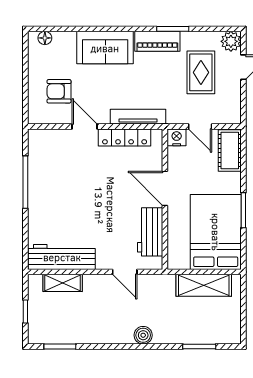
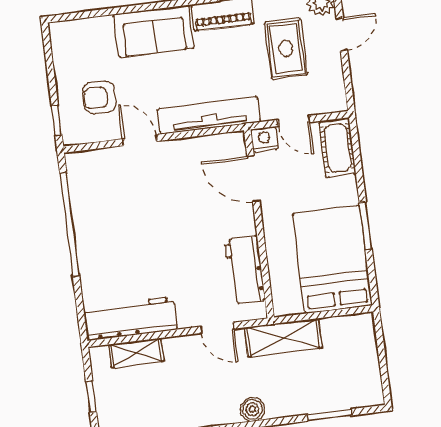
floor lamp: (45, 38) -> (72, 29), removed
window: (25, 104) -> (57, 120), added
tv unit: (138, 117) -> (209, 115), width x1.36, depth x1.29
locker: (125, 137) -> (195, 148), removed
window: (25, 182) -> (70, 224), width x1.46
door: (165, 188) -> (253, 179), moved
shelving: (204, 285) -> (283, 338), moved

